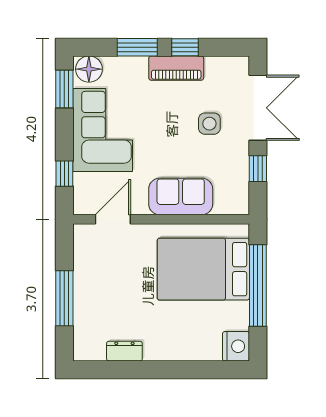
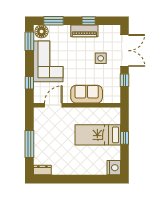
window: (137, 47) -> (53, 21), moved
bed: (203, 269) -> (98, 135), width x0.67
window: (258, 285) -> (125, 138), width x0.32
dresser: (124, 351) -> (42, 170), moved

